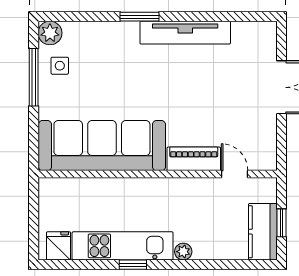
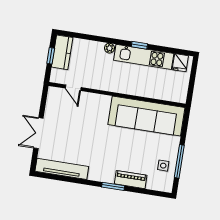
plant: (50, 33) -> (166, 185), removed
tv unit: (185, 33) -> (62, 169), moved
piano: (194, 159) -> (131, 180), moved, turned 180

